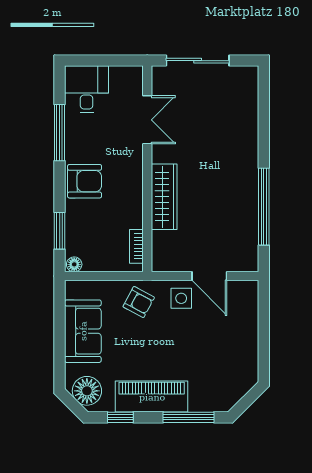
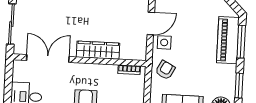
double door: (147, 120) -> (48, 59), width x1.37
piano: (152, 397) -> (228, 40), moved
window: (120, 417) -> (239, 86), width x1.50

